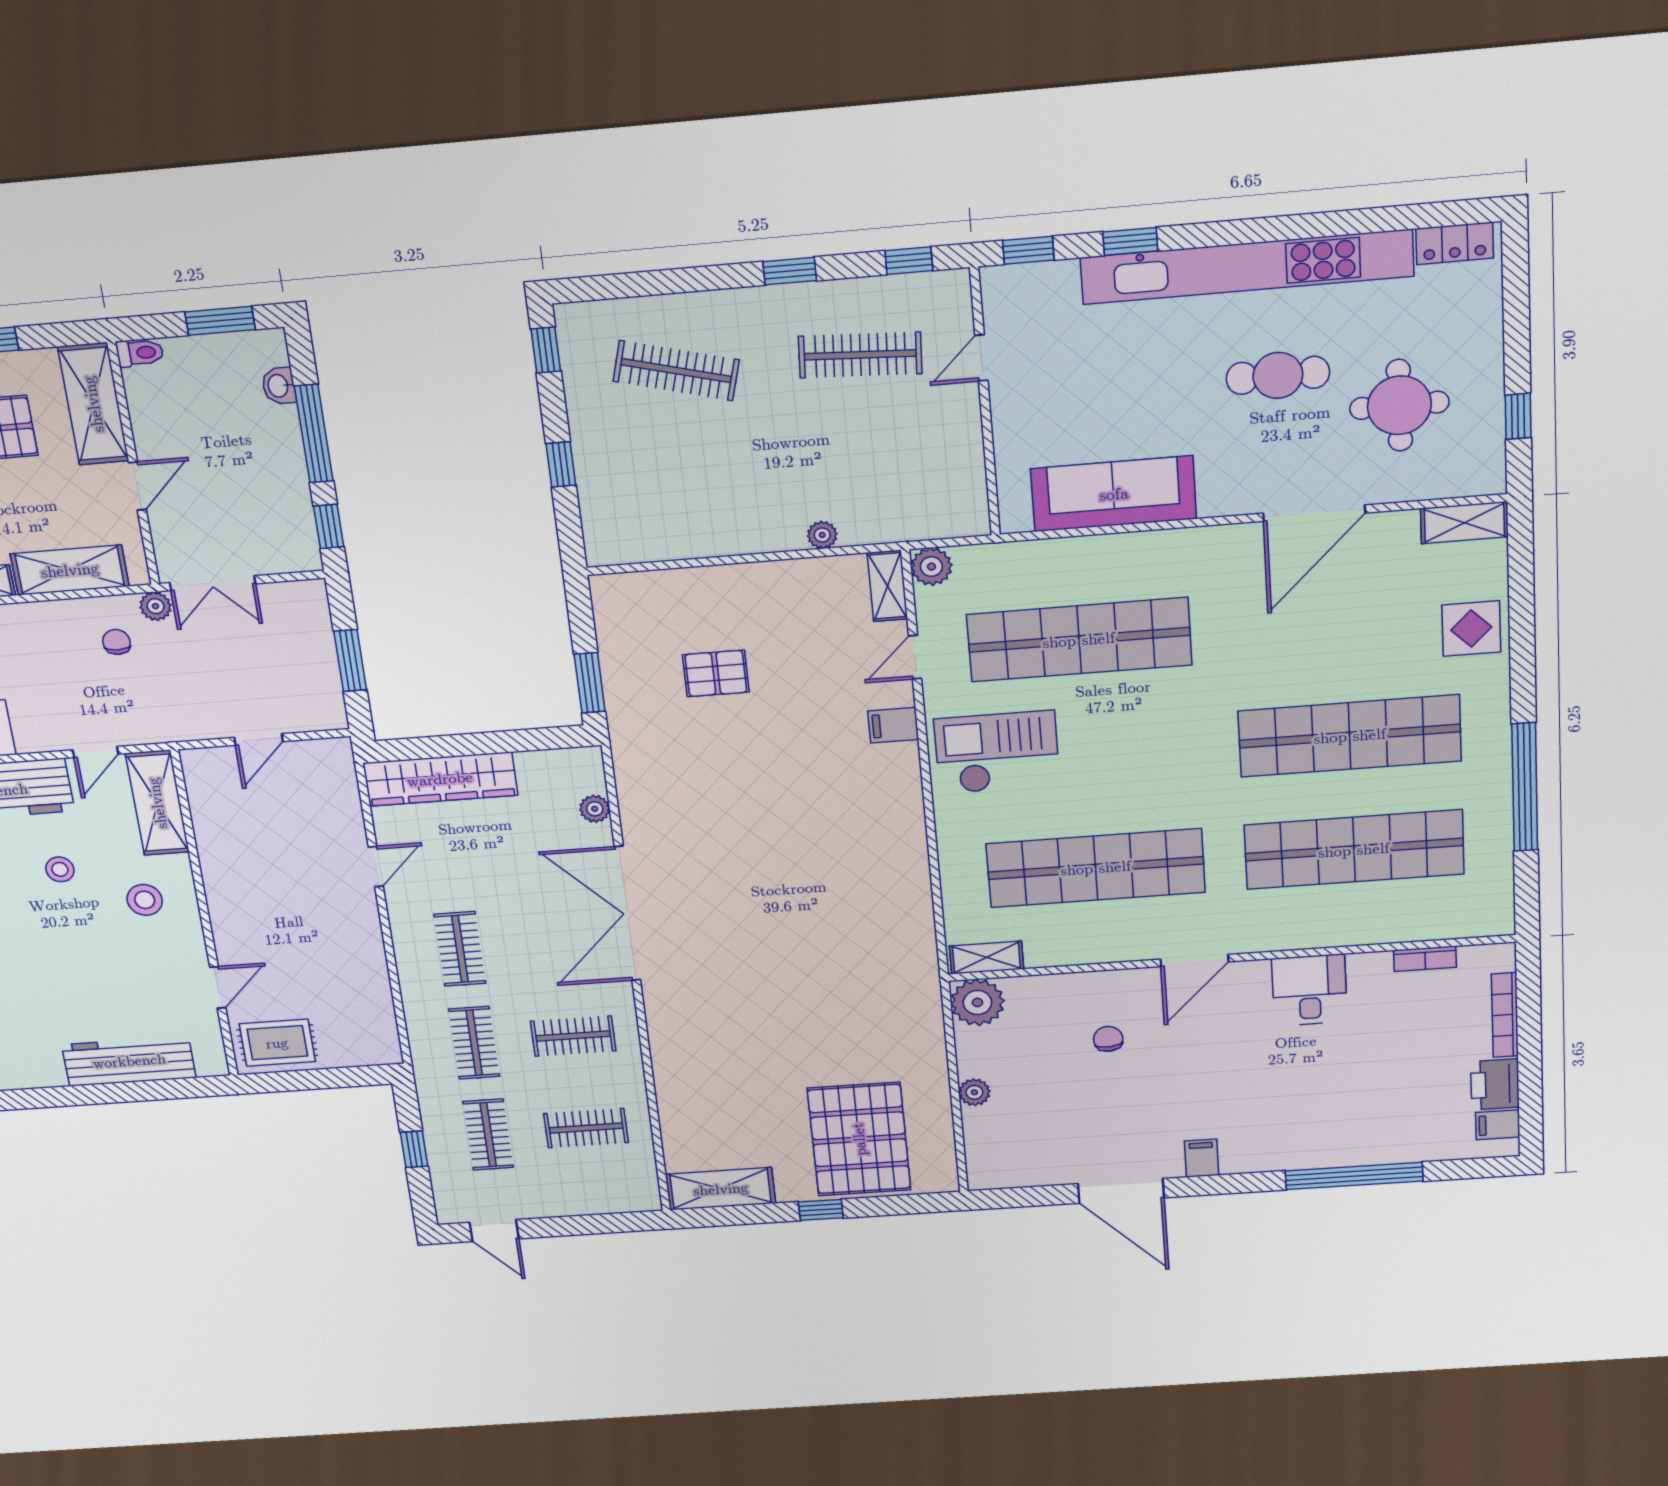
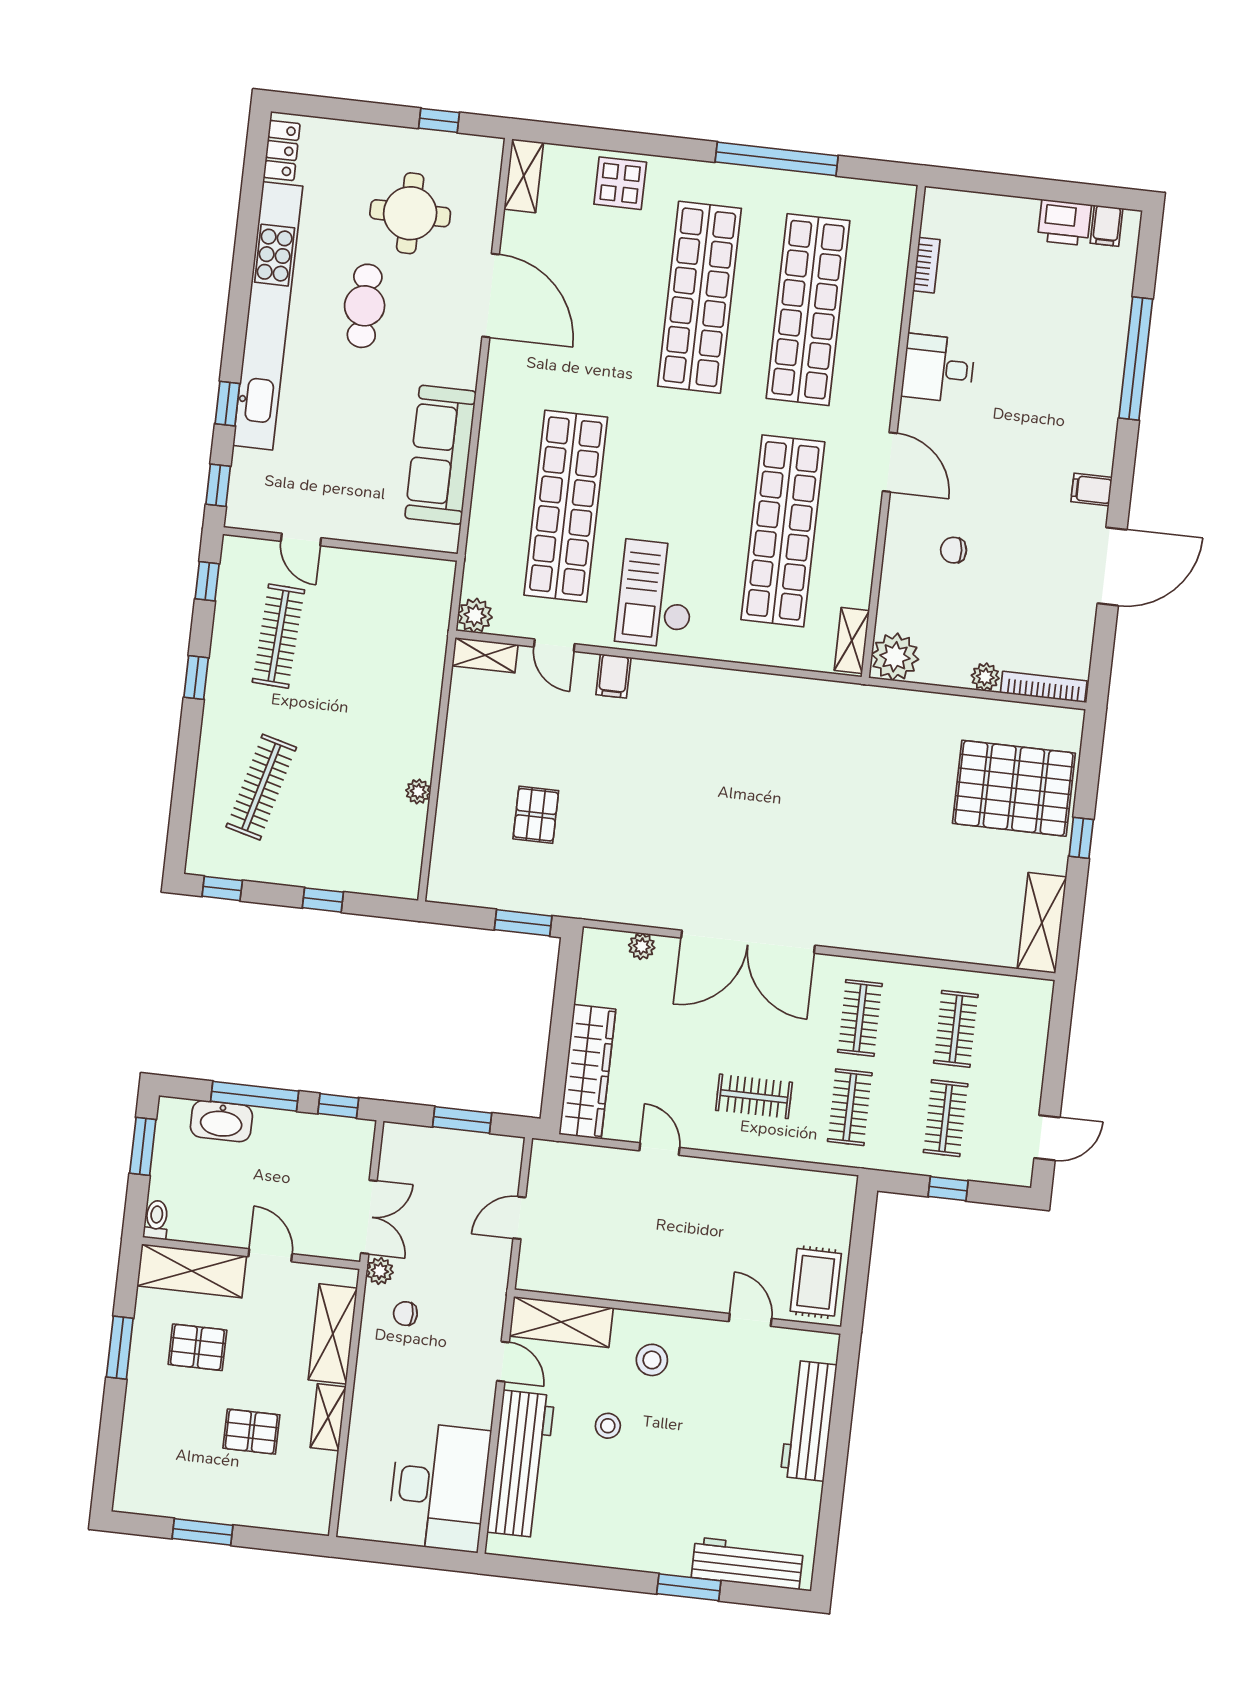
washbasin: (279, 386) -> (221, 1121), width x1.91, depth x1.45
plant: (822, 535) -> (418, 791), moved
door: (259, 740) -> (519, 1218), swing flipped
bookcase: (1505, 1015) -> (1044, 687), moved, turned 180
clothes rail: (474, 1043) -> (850, 1107), turned 90
clothes rail: (488, 1135) -> (946, 1118), turned 90

